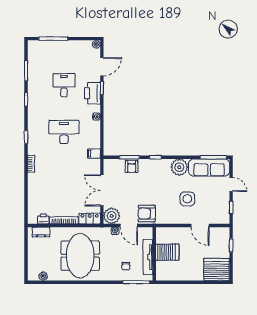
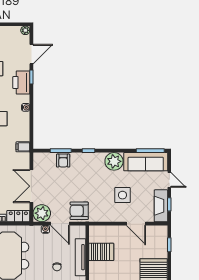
fireplace: (223, 209) -> (161, 206), added

